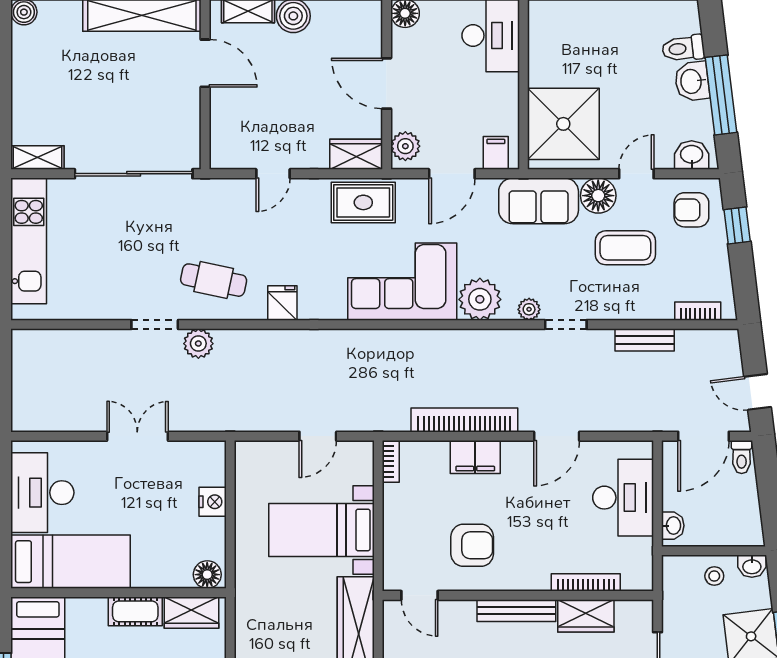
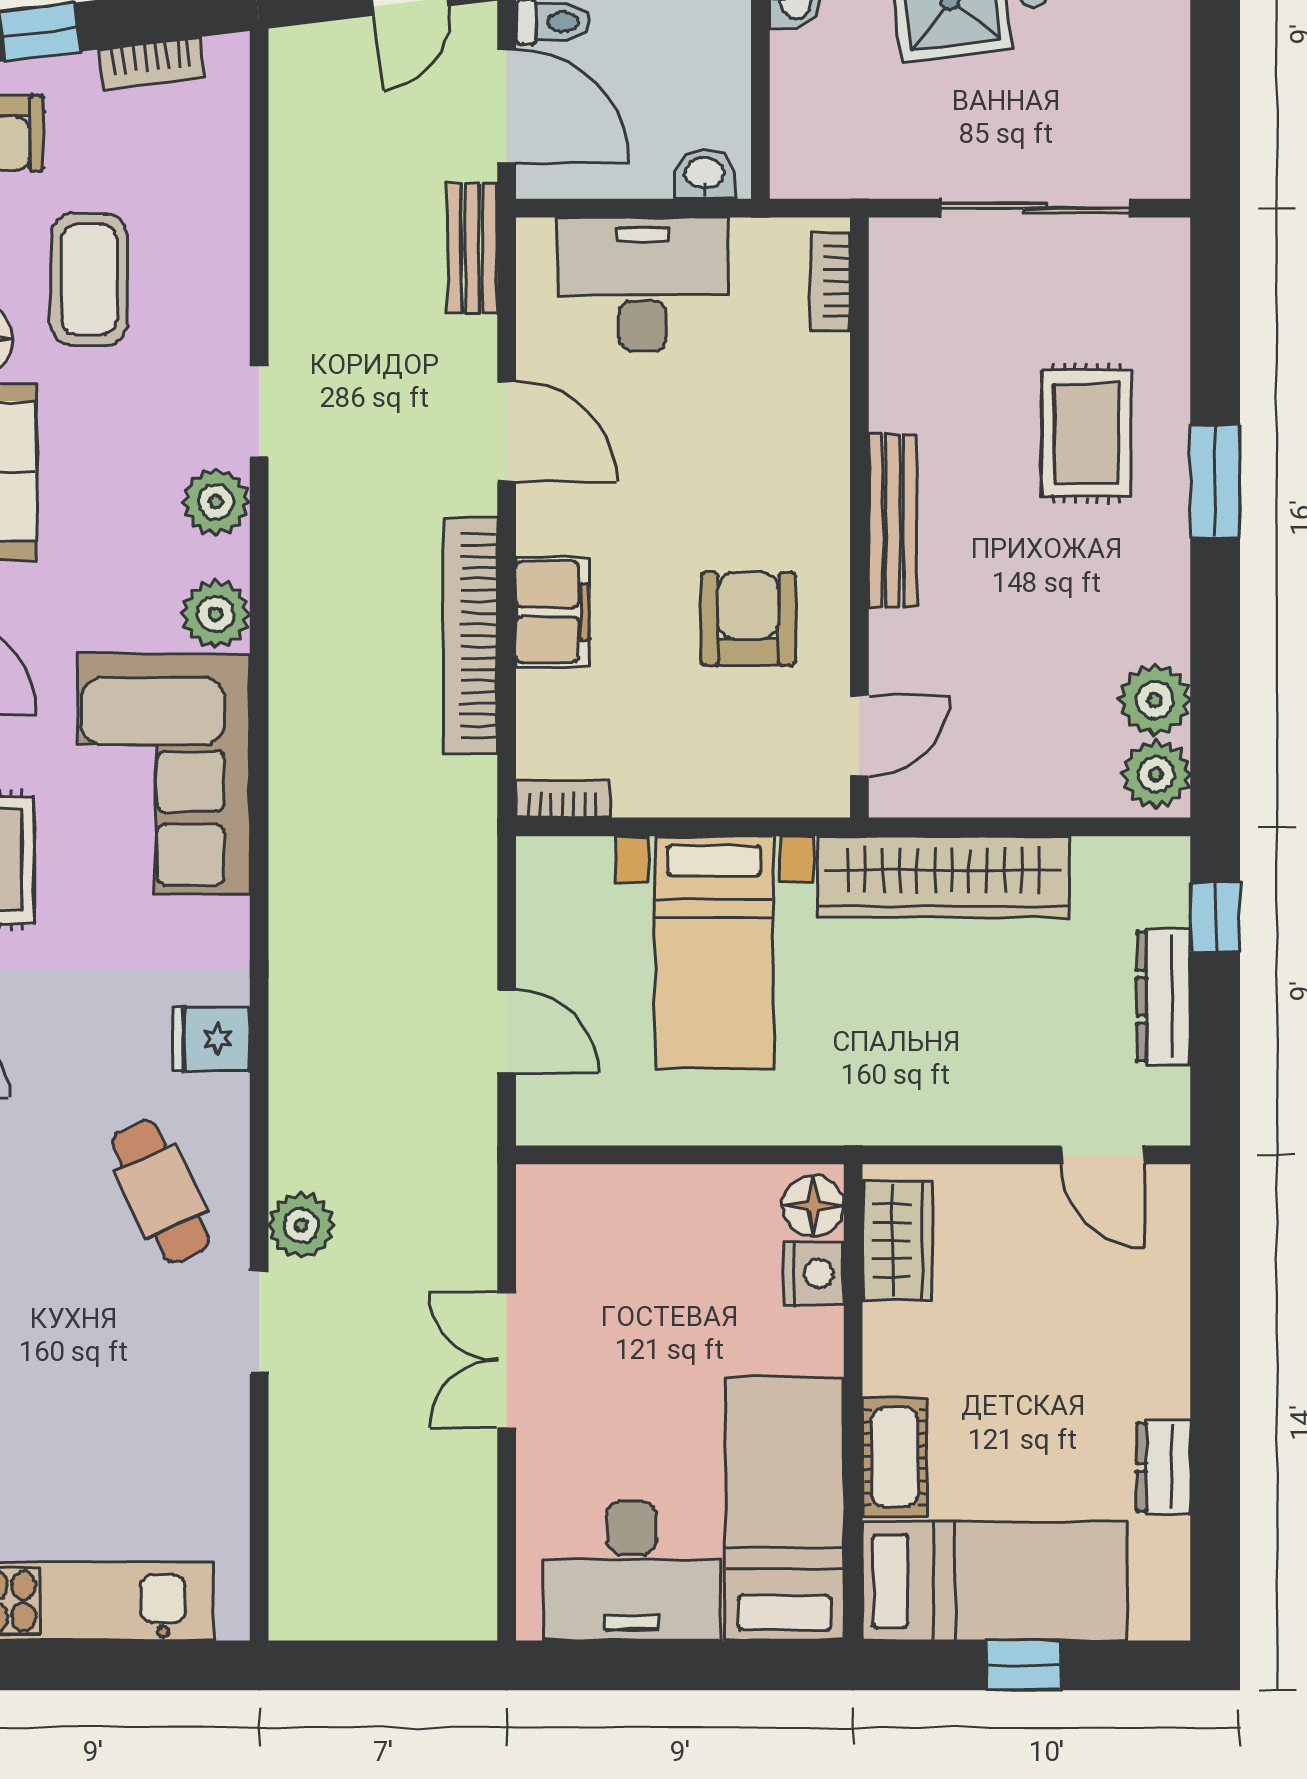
cafe table: (214, 280) -> (161, 1192), turned -37
plant: (480, 299) -> (216, 614), width x0.73, depth x0.73
plant: (529, 309) -> (216, 502), width x1.38, depth x1.38
bookcase: (698, 311) -> (152, 63), moved, turned -97
bench: (645, 340) -> (472, 248), moved
door: (318, 436) -> (507, 1031), moved
nightstand: (213, 502) -> (814, 1274), moved, turned 90
stool: (714, 576) -> (816, 82), removed
bookcase: (586, 582) -> (830, 282), moved, width x0.64
cot: (135, 611) -> (895, 1457), moved
wardrobe: (586, 616) -> (905, 367), removed

